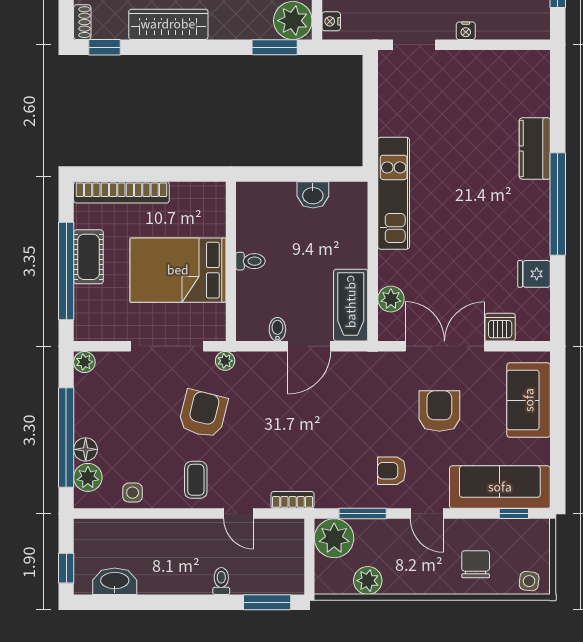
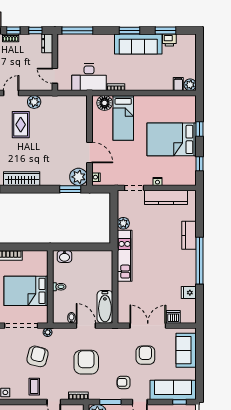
kitchen counter: (484, 65) -> (166, 197), added
washbasin: (313, 195) -> (64, 256), moved
plant: (391, 299) -> (123, 223), moved
door: (309, 346) -> (86, 326), swing flipped
armchair: (310, 426) -> (86, 362), added

